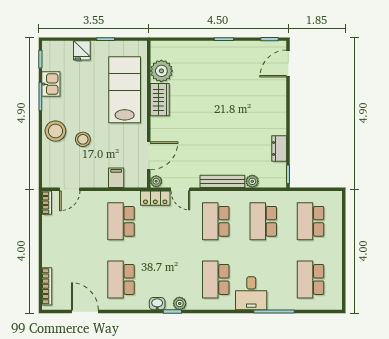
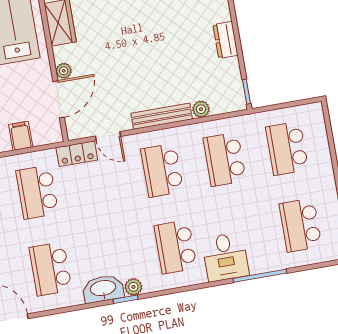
dresser: (279, 148) -> (226, 40), moved
plant: (156, 181) -> (64, 71), moved
washbasin: (157, 304) -> (103, 289), width x1.91, depth x1.45

